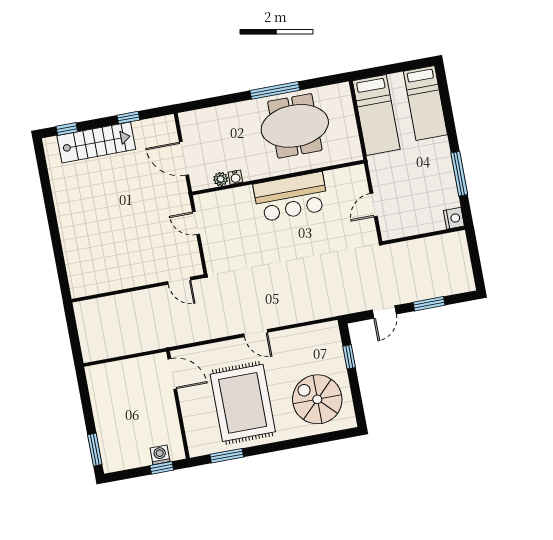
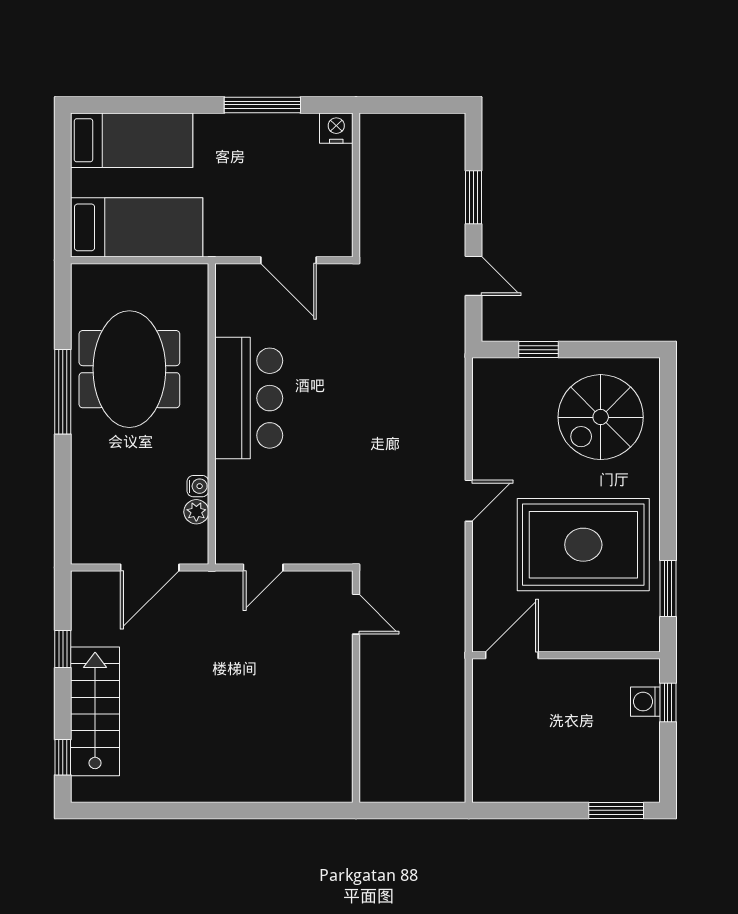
door: (374, 205) -> (288, 260), width x1.38
door: (179, 281) -> (356, 614), hinge flipped

